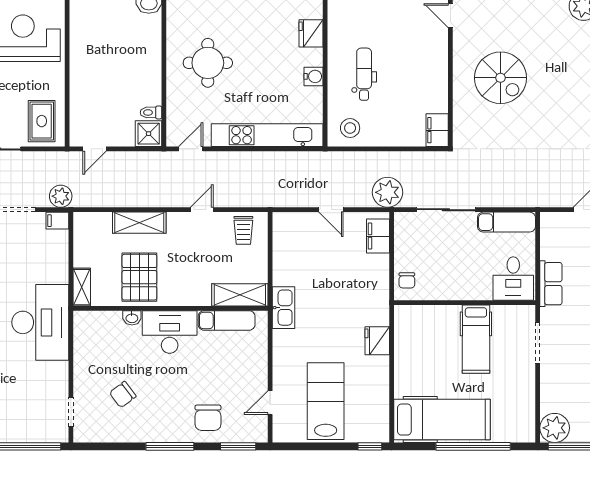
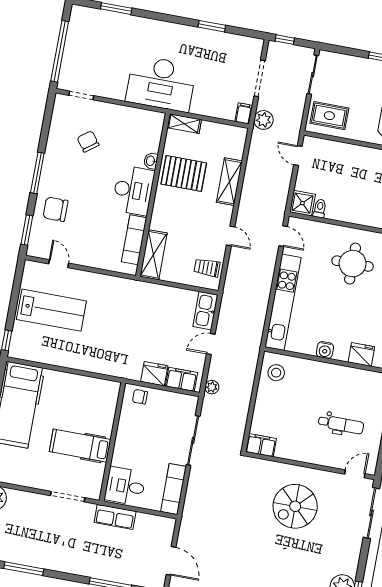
dental chair: (364, 74) -> (341, 424), moved
plant: (387, 192) -> (212, 387), width x0.53, depth x0.53
kitchen sink: (284, 308) -> (205, 311), moved, turned 90
fridge: (377, 341) -> (154, 374), moved

